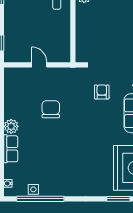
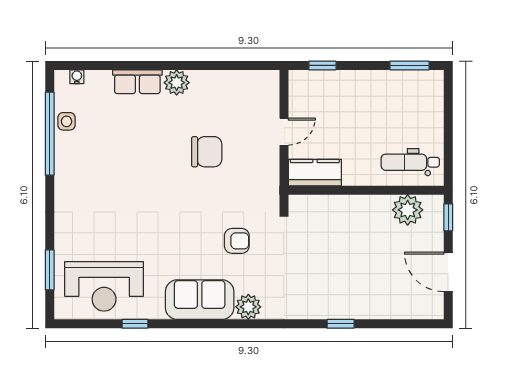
kitchen counter: (63, 47) -> (315, 173), added

